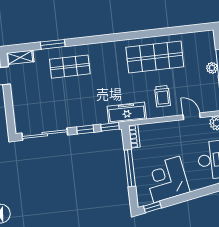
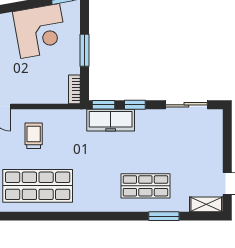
freezer: (127, 113) -> (111, 120), moved
sliding door: (45, 134) -> (186, 105), width x0.73
window: (130, 168) -> (85, 50), width x0.69

